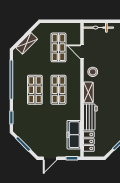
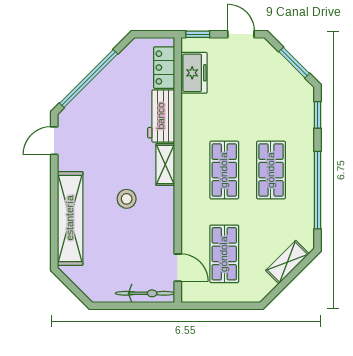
door: (82, 52) -> (178, 268), moved
stool: (93, 72) -> (127, 199), moved
freezer: (74, 135) -> (194, 73), width x0.71
door: (50, 158) -> (241, 34), hinge flipped

